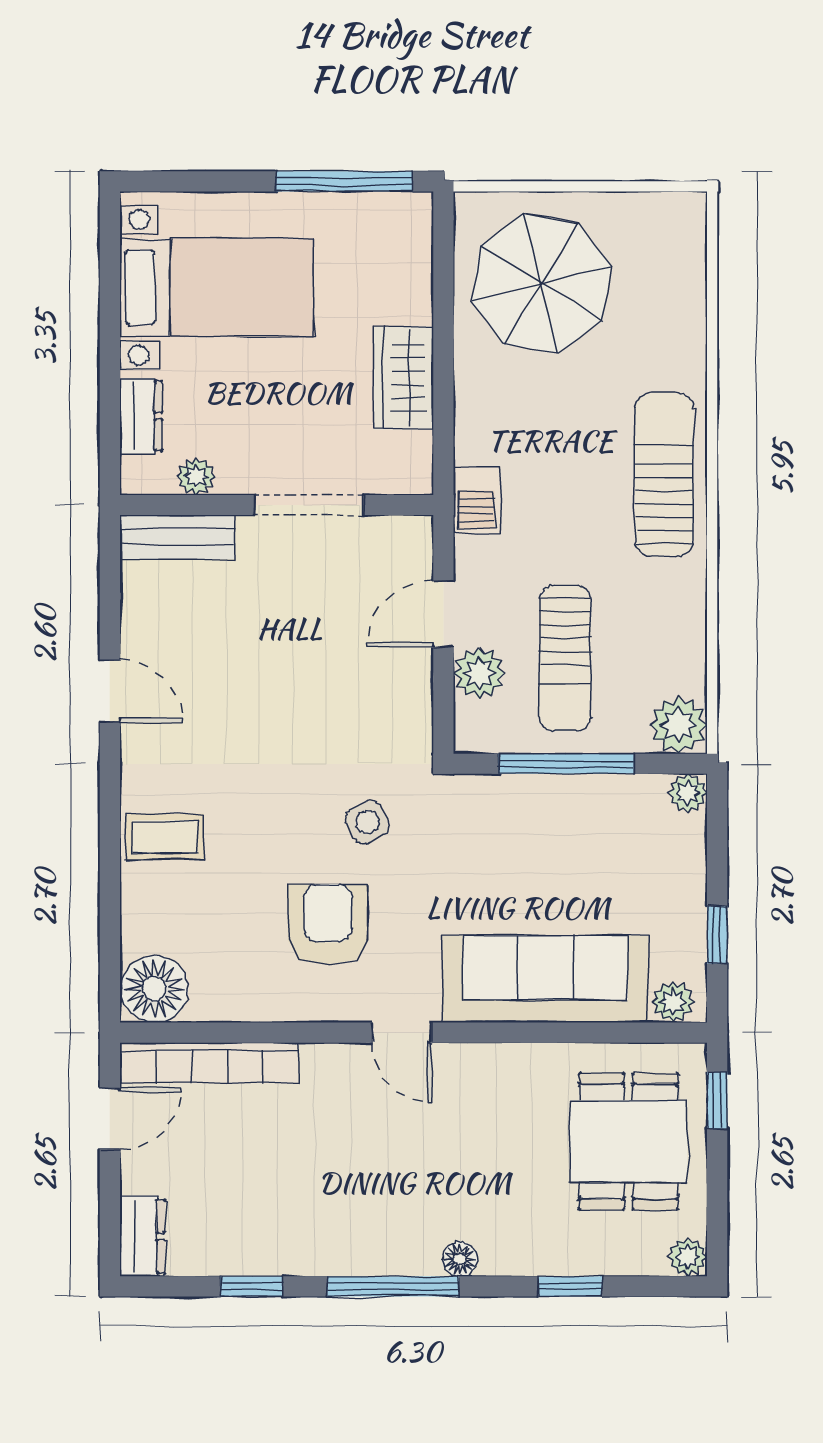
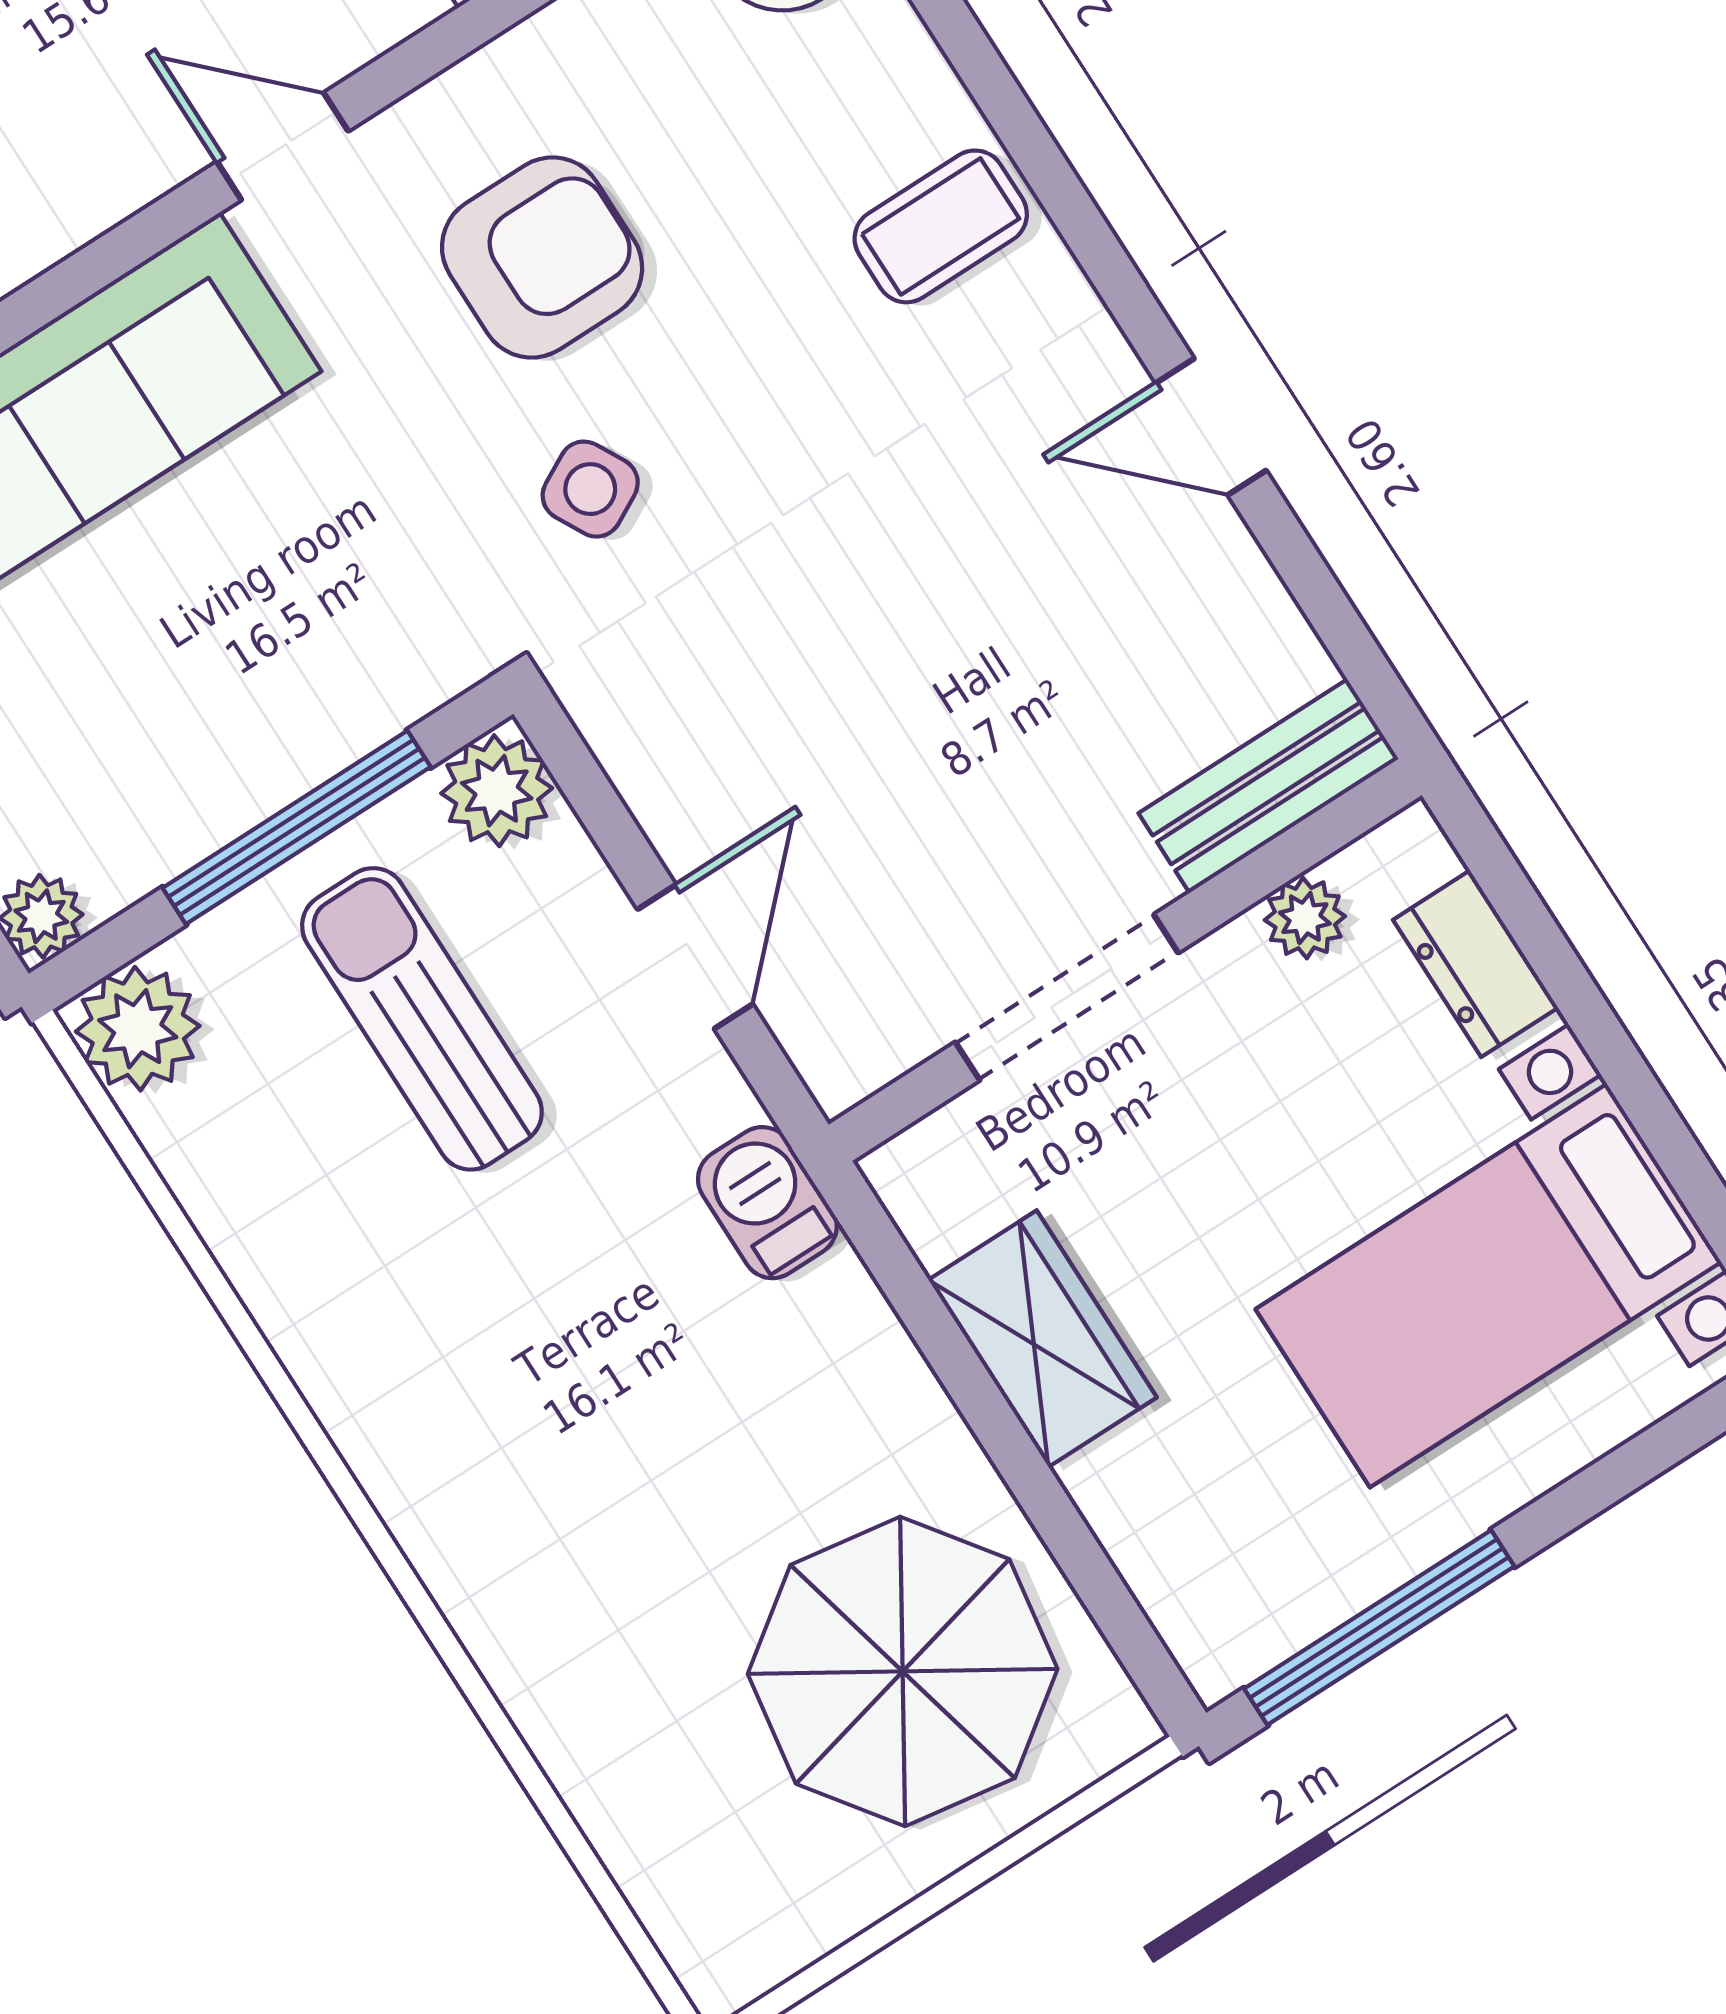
sun lounger: (664, 475) -> (456, 1467), removed
plant: (479, 673) -> (497, 791), moved
armchair: (328, 924) -> (542, 257), turned -90

